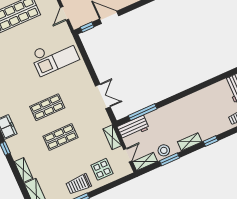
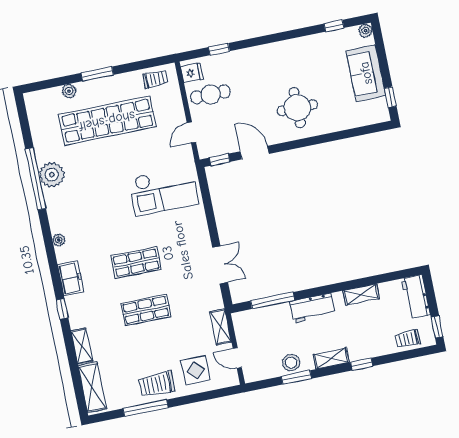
workbench: (133, 128) -> (312, 308), moved
door: (128, 155) -> (237, 358), swing flipped
shelving: (145, 162) -> (361, 295), moved

